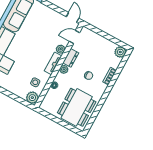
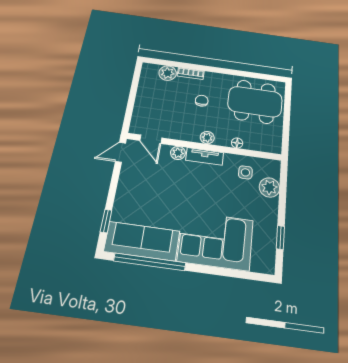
plant: (120, 52) -> (168, 73), moved
dresser: (71, 58) -> (186, 134), removed
plant: (32, 98) -> (269, 187), moved

